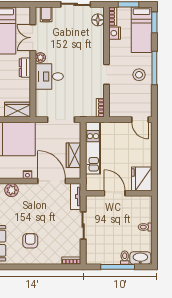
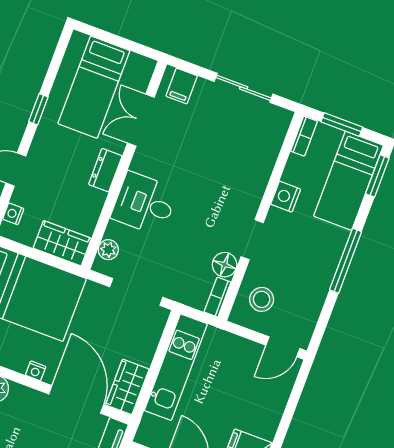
floor lamp: (98, 20) -> (225, 265), moved
nightstand: (115, 33) -> (286, 197), moved
plant: (40, 57) -> (108, 250), moved
stool: (139, 75) -> (262, 299), moved
door: (140, 120) -> (283, 347), hinge flipped
wardrobe: (74, 155) -> (127, 387), moved

